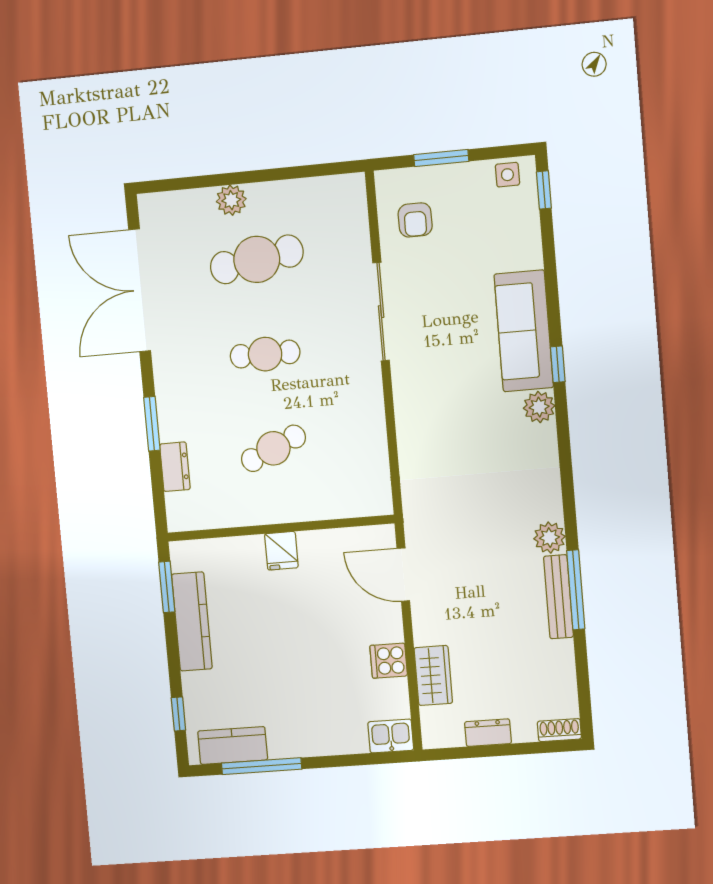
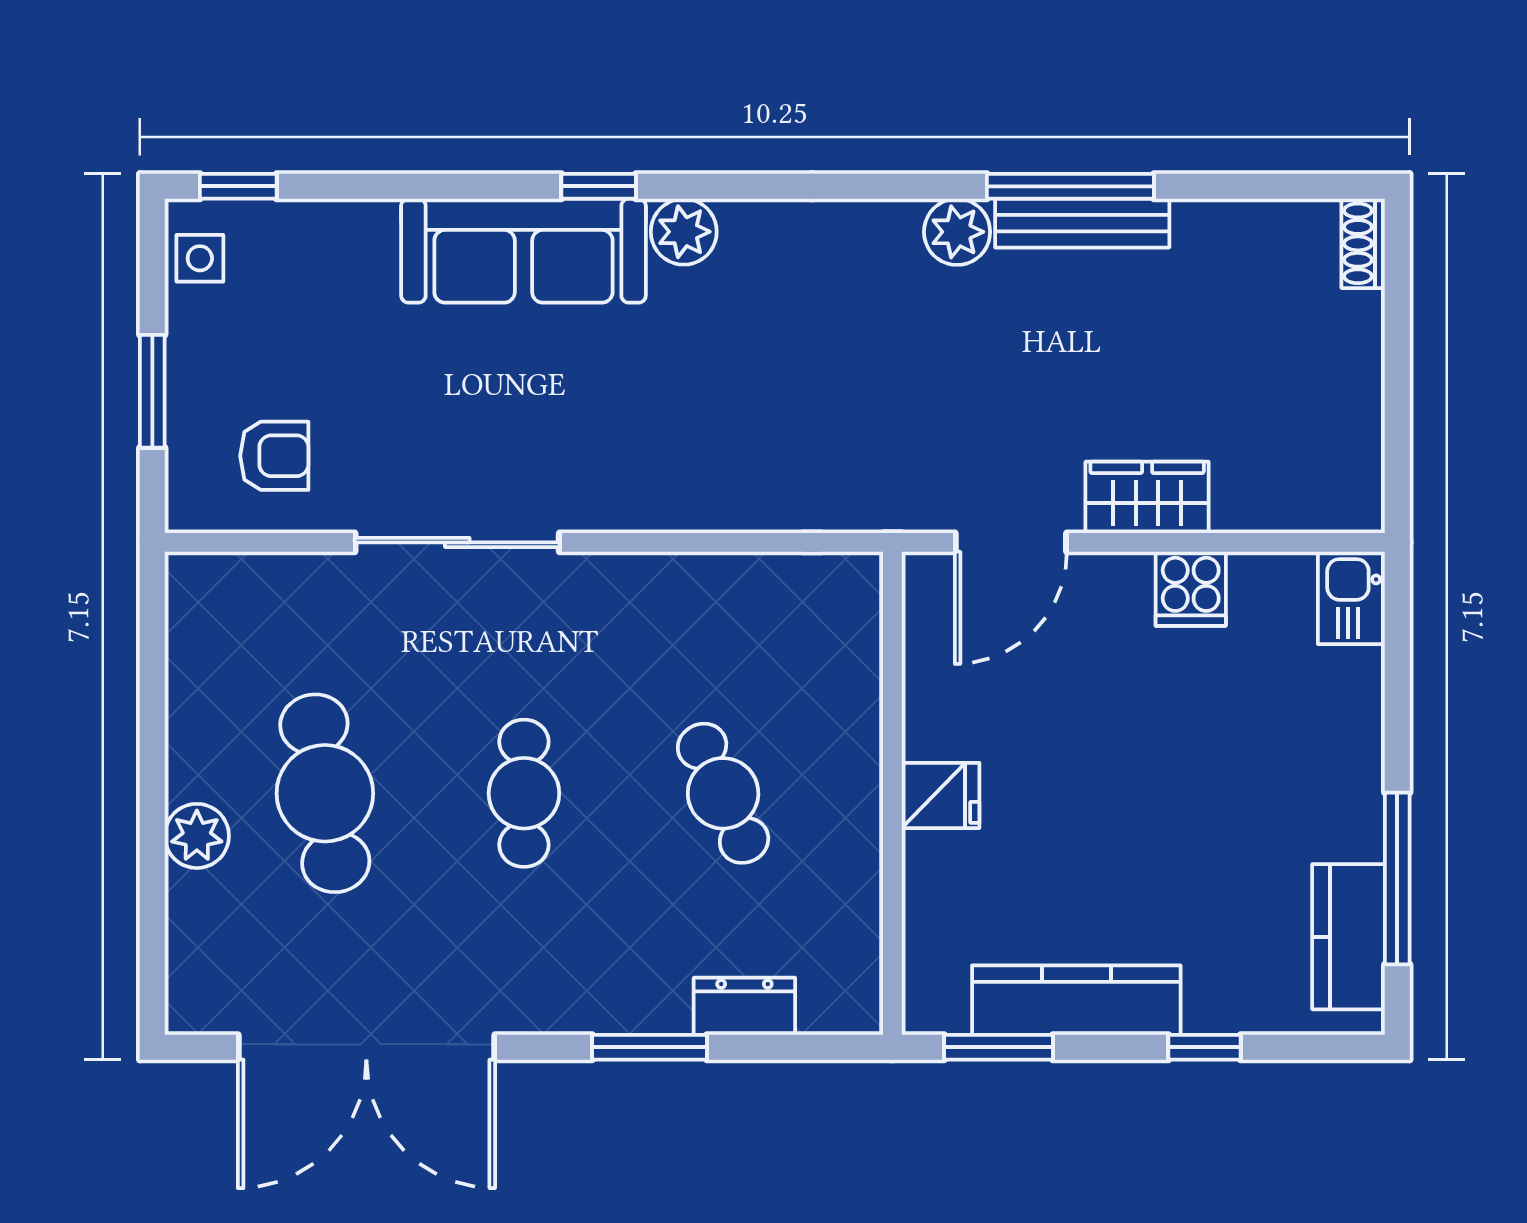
wardrobe: (433, 675) -> (1147, 497), moved
window: (178, 714) -> (1204, 1047), moved
dresser: (488, 733) -> (1358, 393), removed

